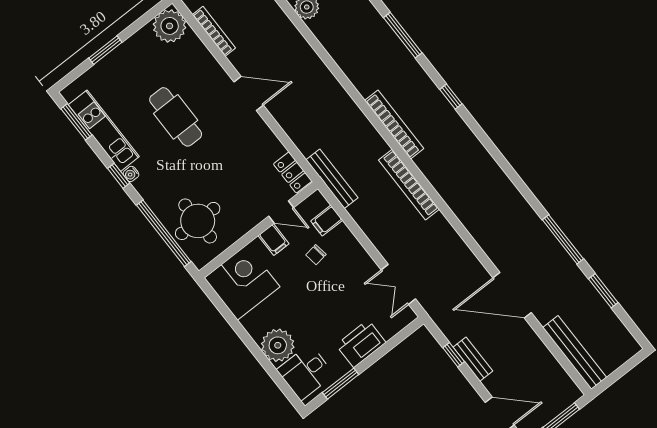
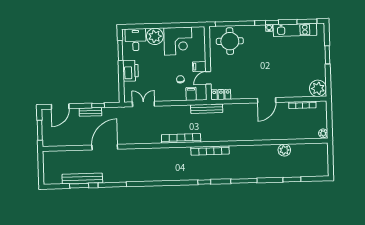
cafe table: (176, 117) -> (279, 63), removed
corner desk: (242, 282) -> (178, 41), moved
bench: (575, 352) -> (82, 179), moved

